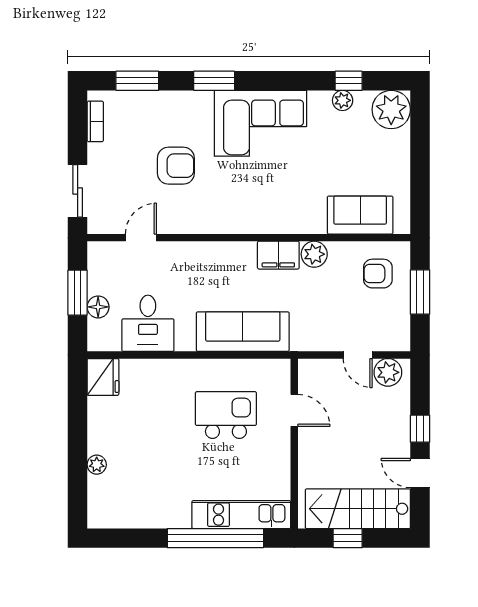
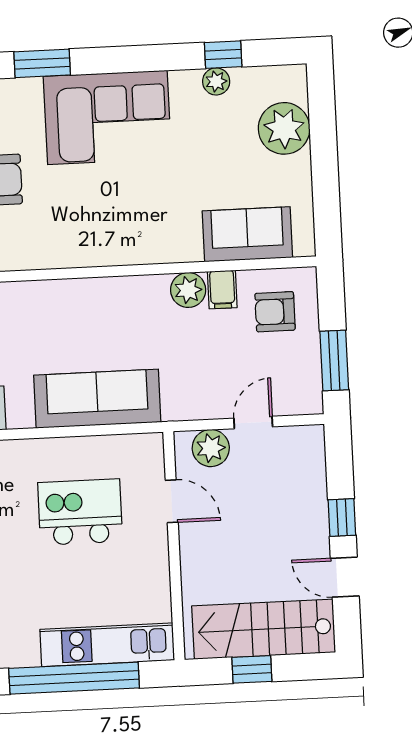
plant: (391, 110) -> (284, 128), moved
filing cabinet: (278, 255) -> (222, 290), moved, width x0.50
window: (420, 292) -> (334, 361), moved
door: (358, 355) -> (253, 422), swing flipped
plant: (388, 372) -> (211, 448), moved

